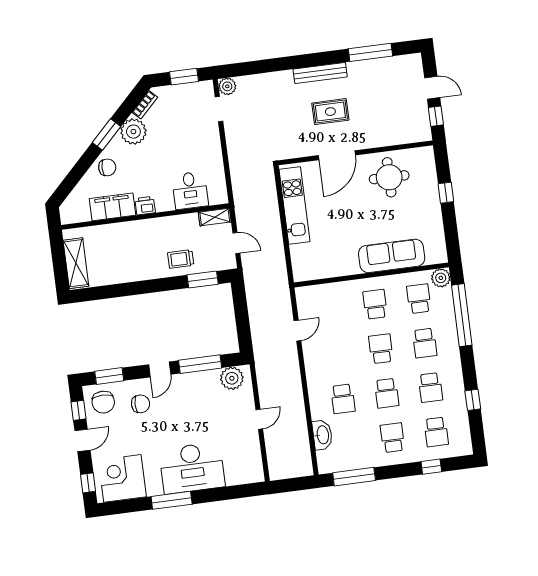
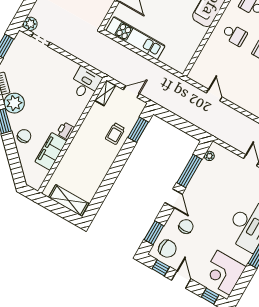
desk: (190, 190) -> (85, 83), moved, turned -90
school desk: (375, 304) -> (234, 35), turned 180
plant: (232, 378) -> (209, 156), width x0.53, depth x0.53

